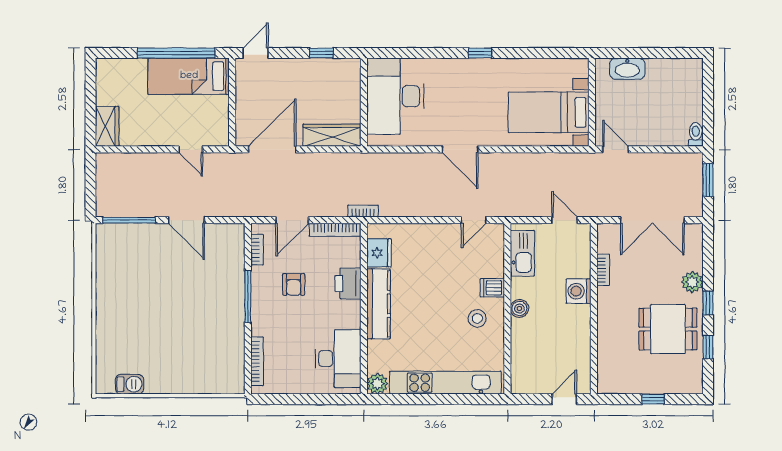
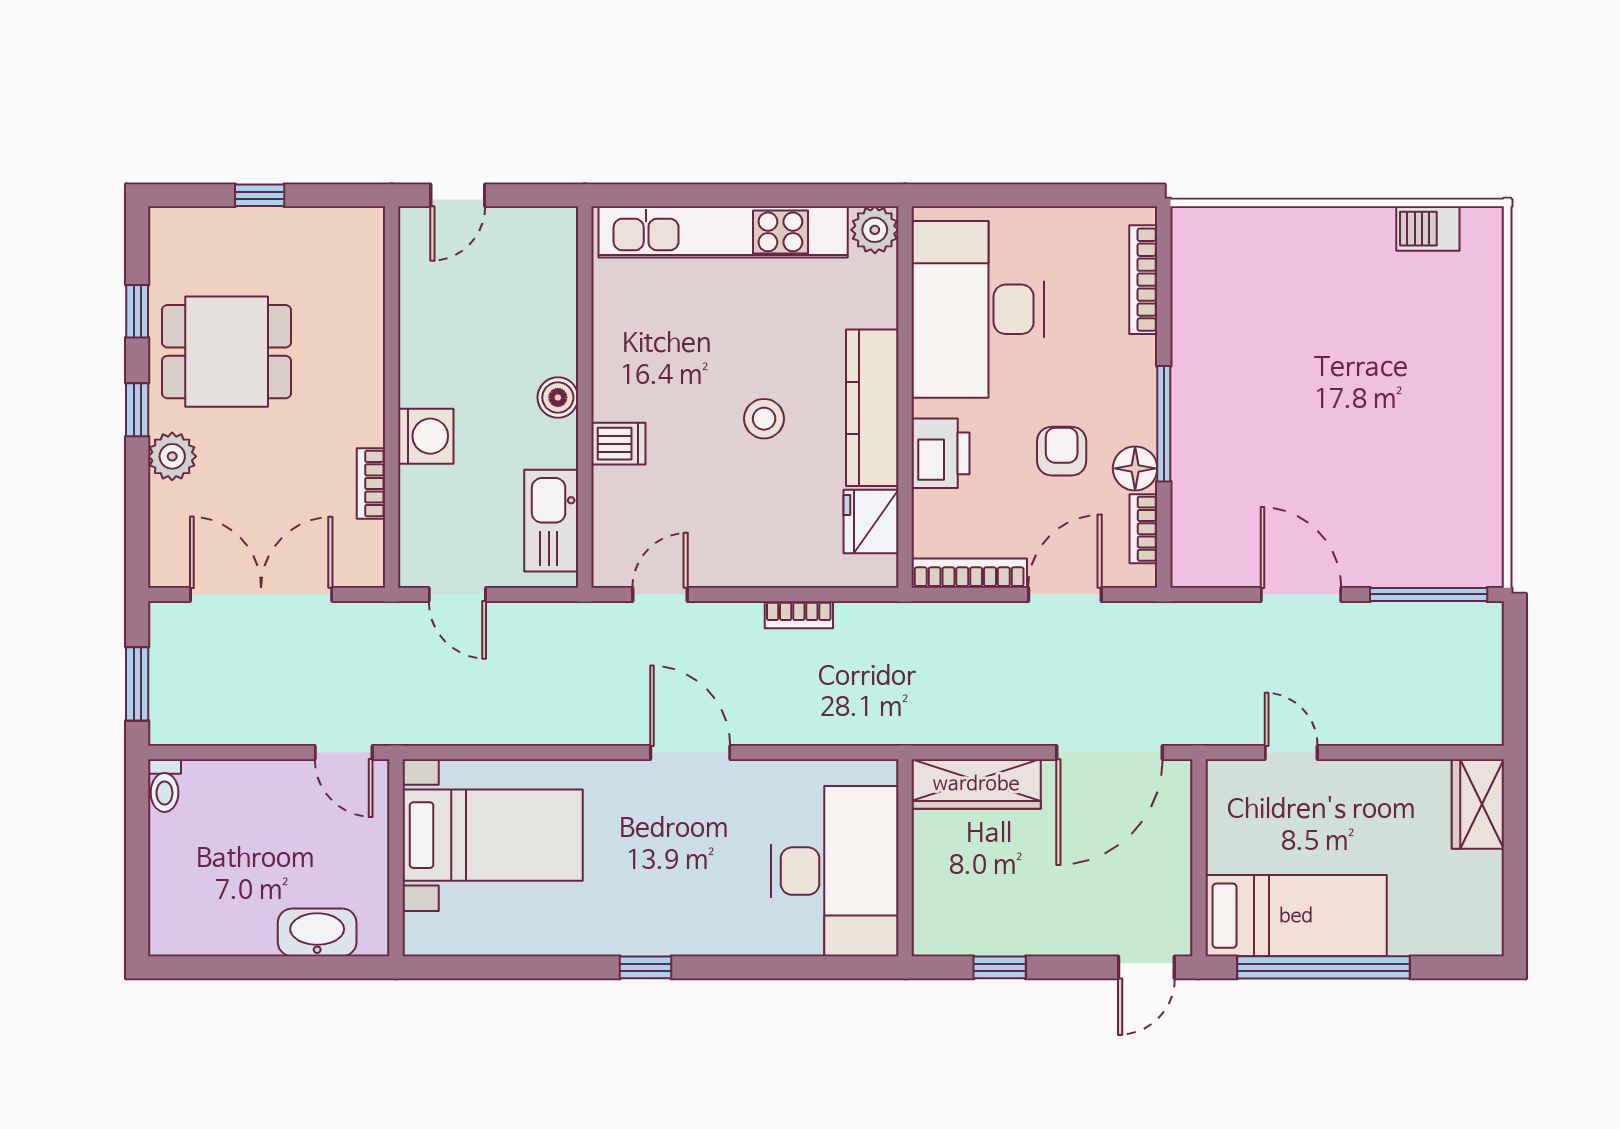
bookcase: (363, 211) -> (799, 615), moved
floor lamp: (261, 277) -> (1135, 468), added
stool: (477, 318) -> (764, 419), moved
desk: (338, 359) -> (978, 309), width x1.36, depth x1.30

